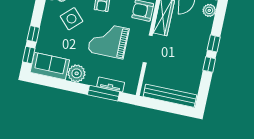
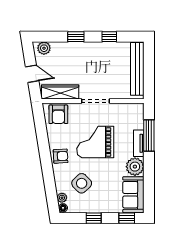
window: (33, 34) -> (94, 218), moved
grand piano: (108, 40) -> (95, 142), turned 90
window: (209, 65) -> (109, 37), moved
tv unit: (111, 85) -> (139, 143), moved

